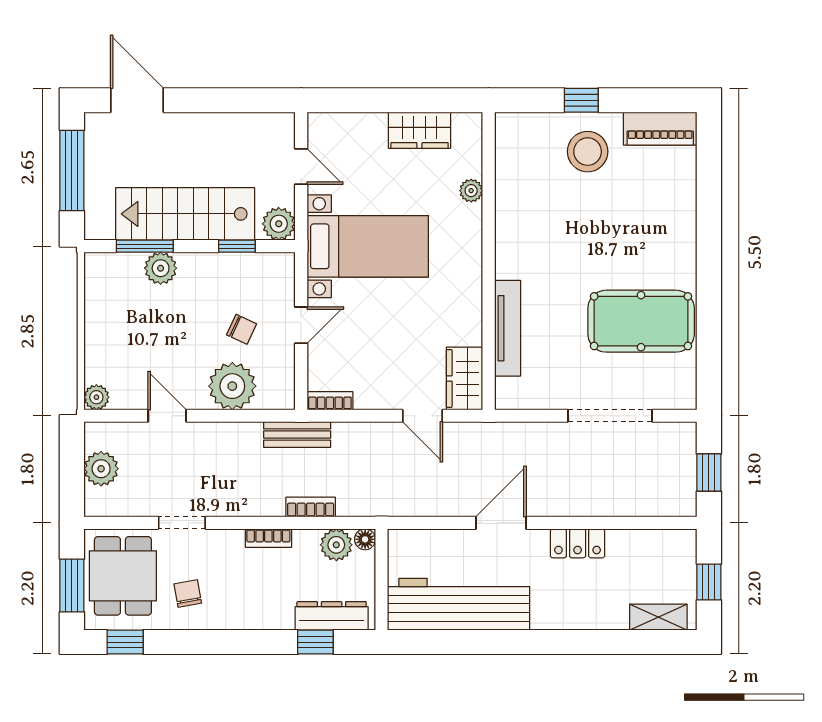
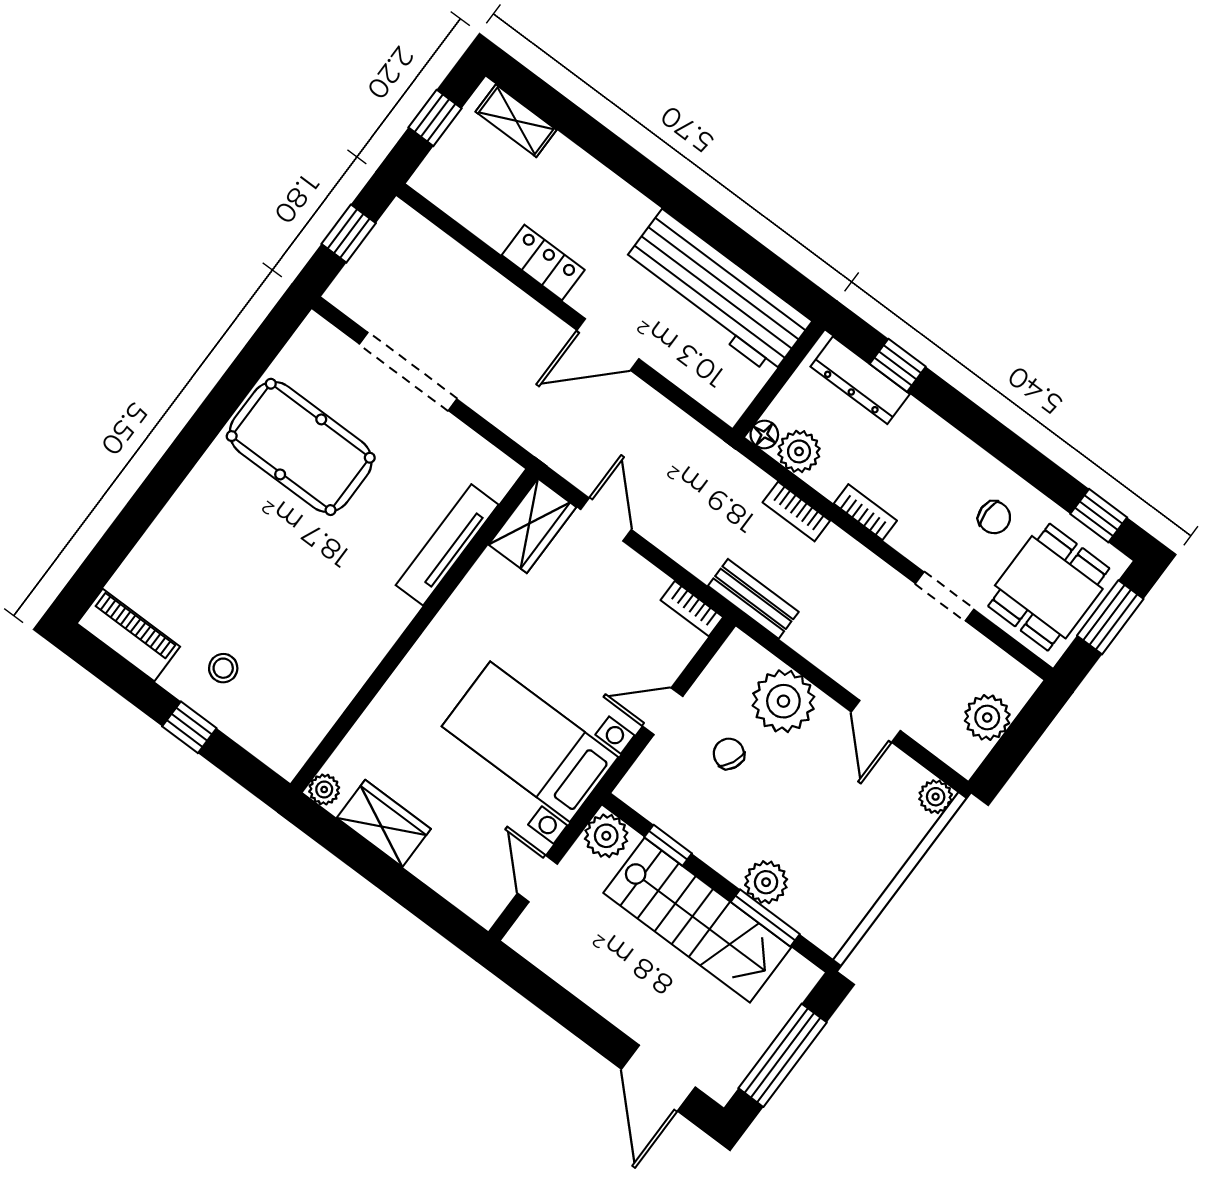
stool: (588, 152) -> (223, 668), width x0.53, depth x0.53
plant: (471, 191) -> (324, 789), moved
chair: (188, 593) -> (994, 517), turned -80

